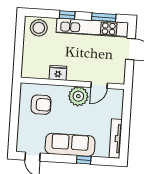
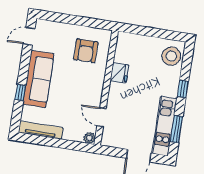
kitchen unit: (92, 28) -> (164, 126), width x0.73
plant: (78, 96) -> (90, 138), moved, width x0.53, depth x0.53

